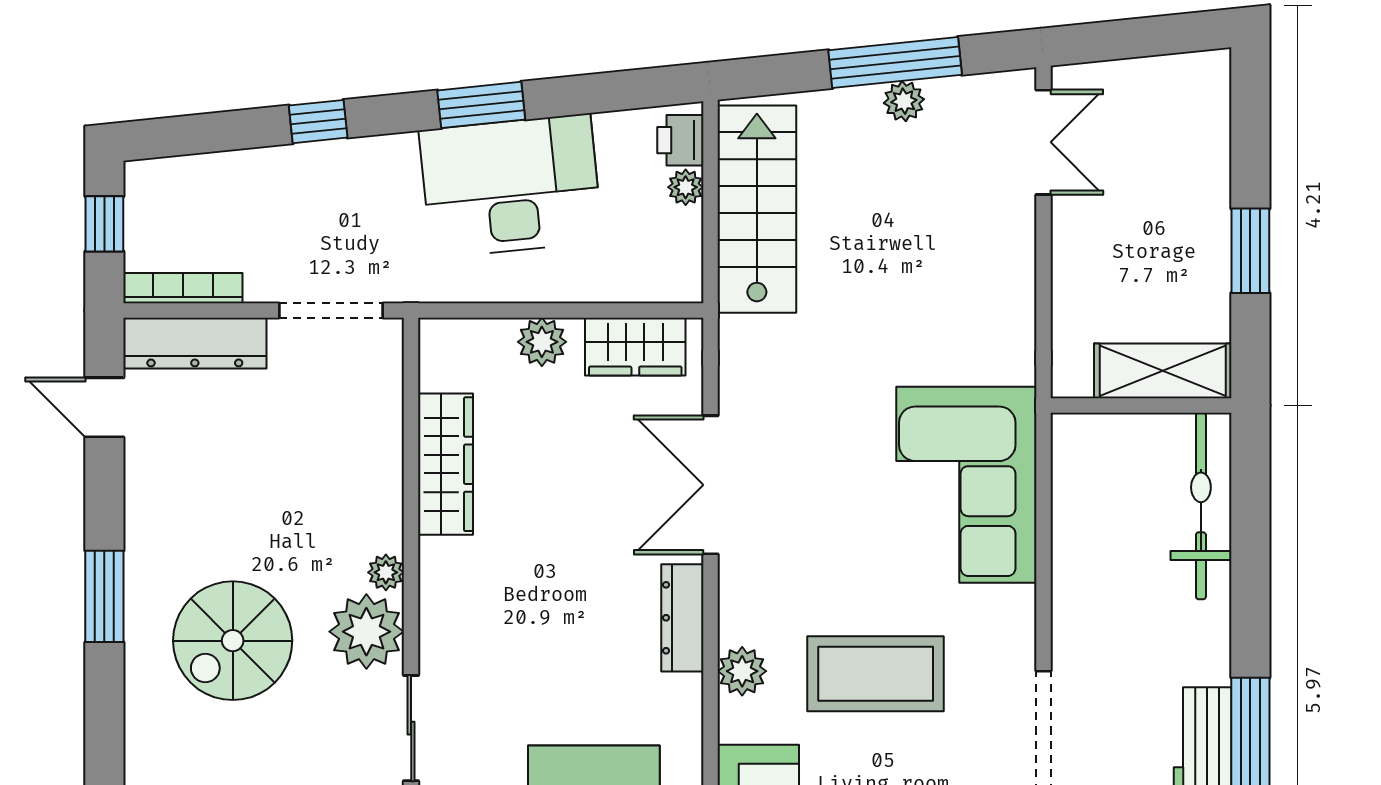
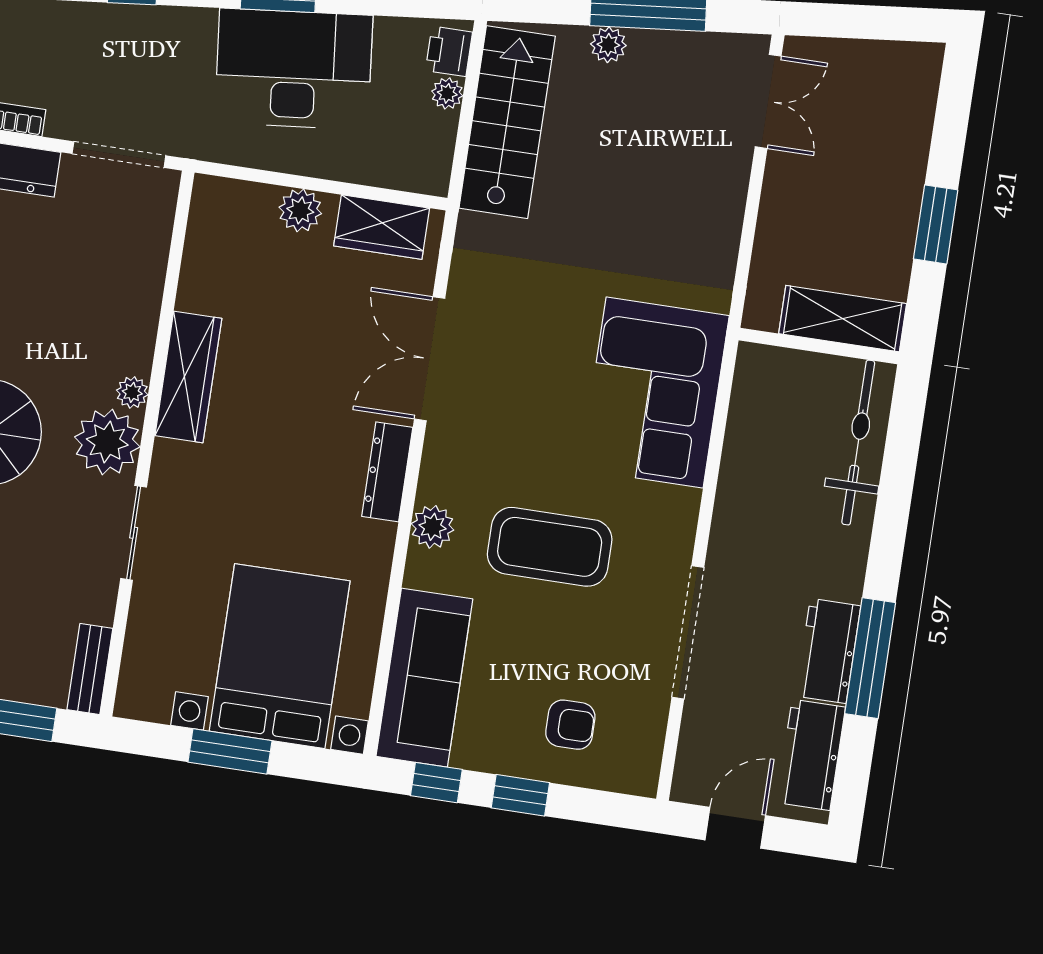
plant: (904, 101) -> (608, 45), moved
wardrobe: (446, 464) -> (188, 377), moved

